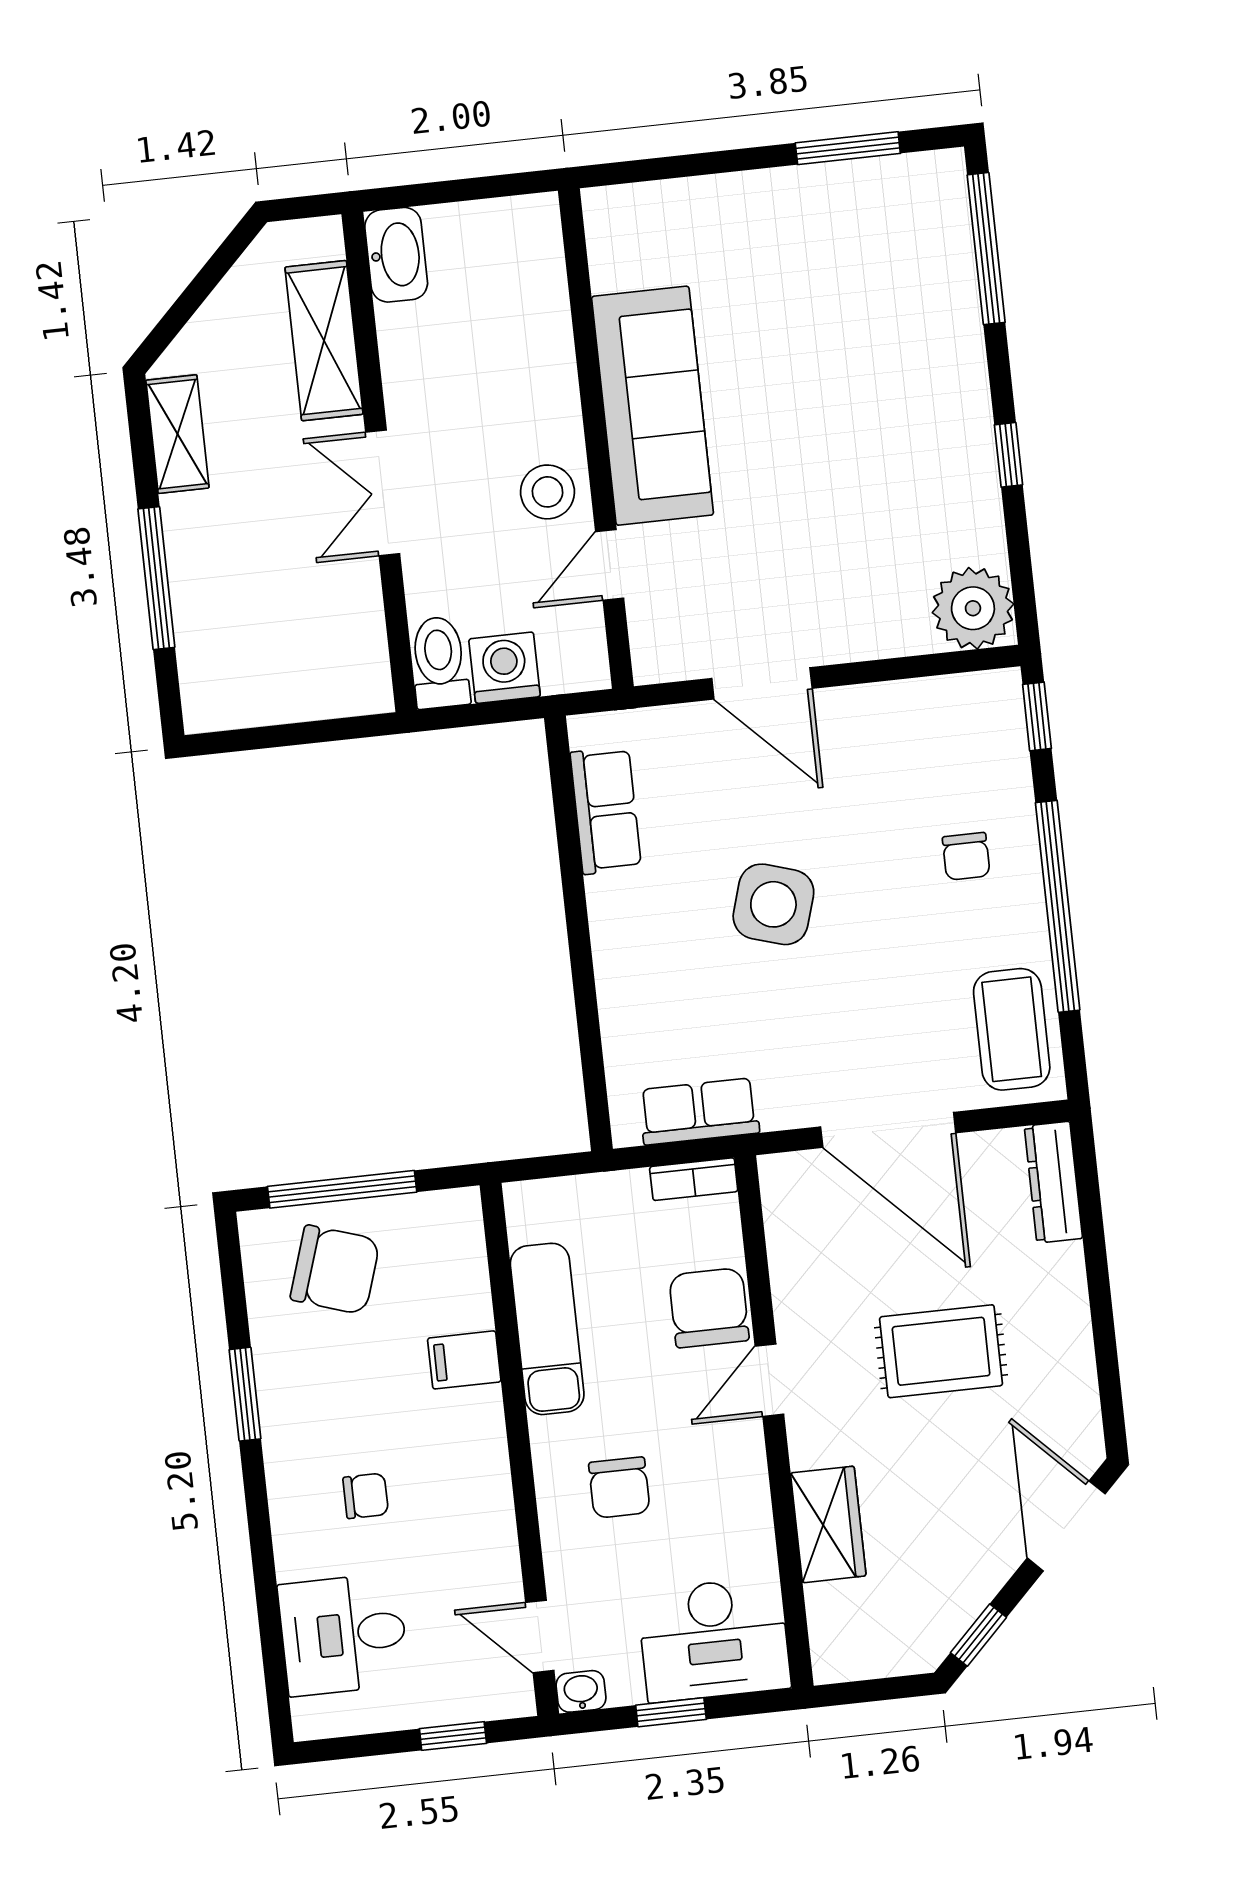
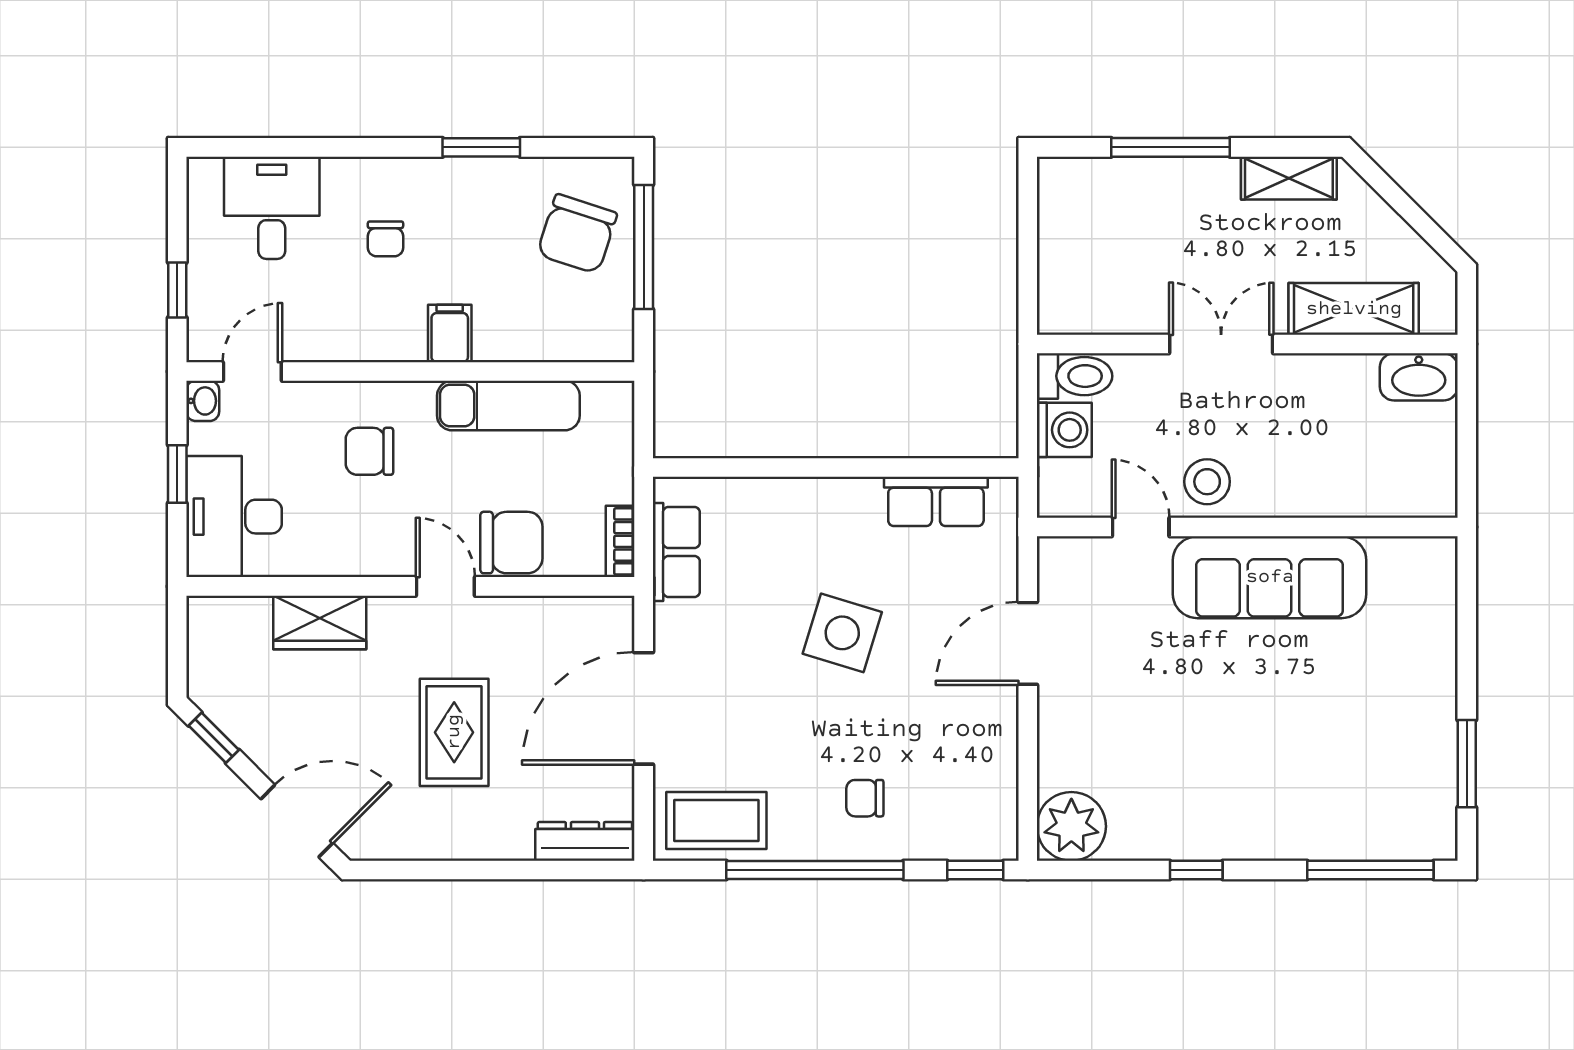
filing cabinet: (464, 1360) -> (450, 333), moved

